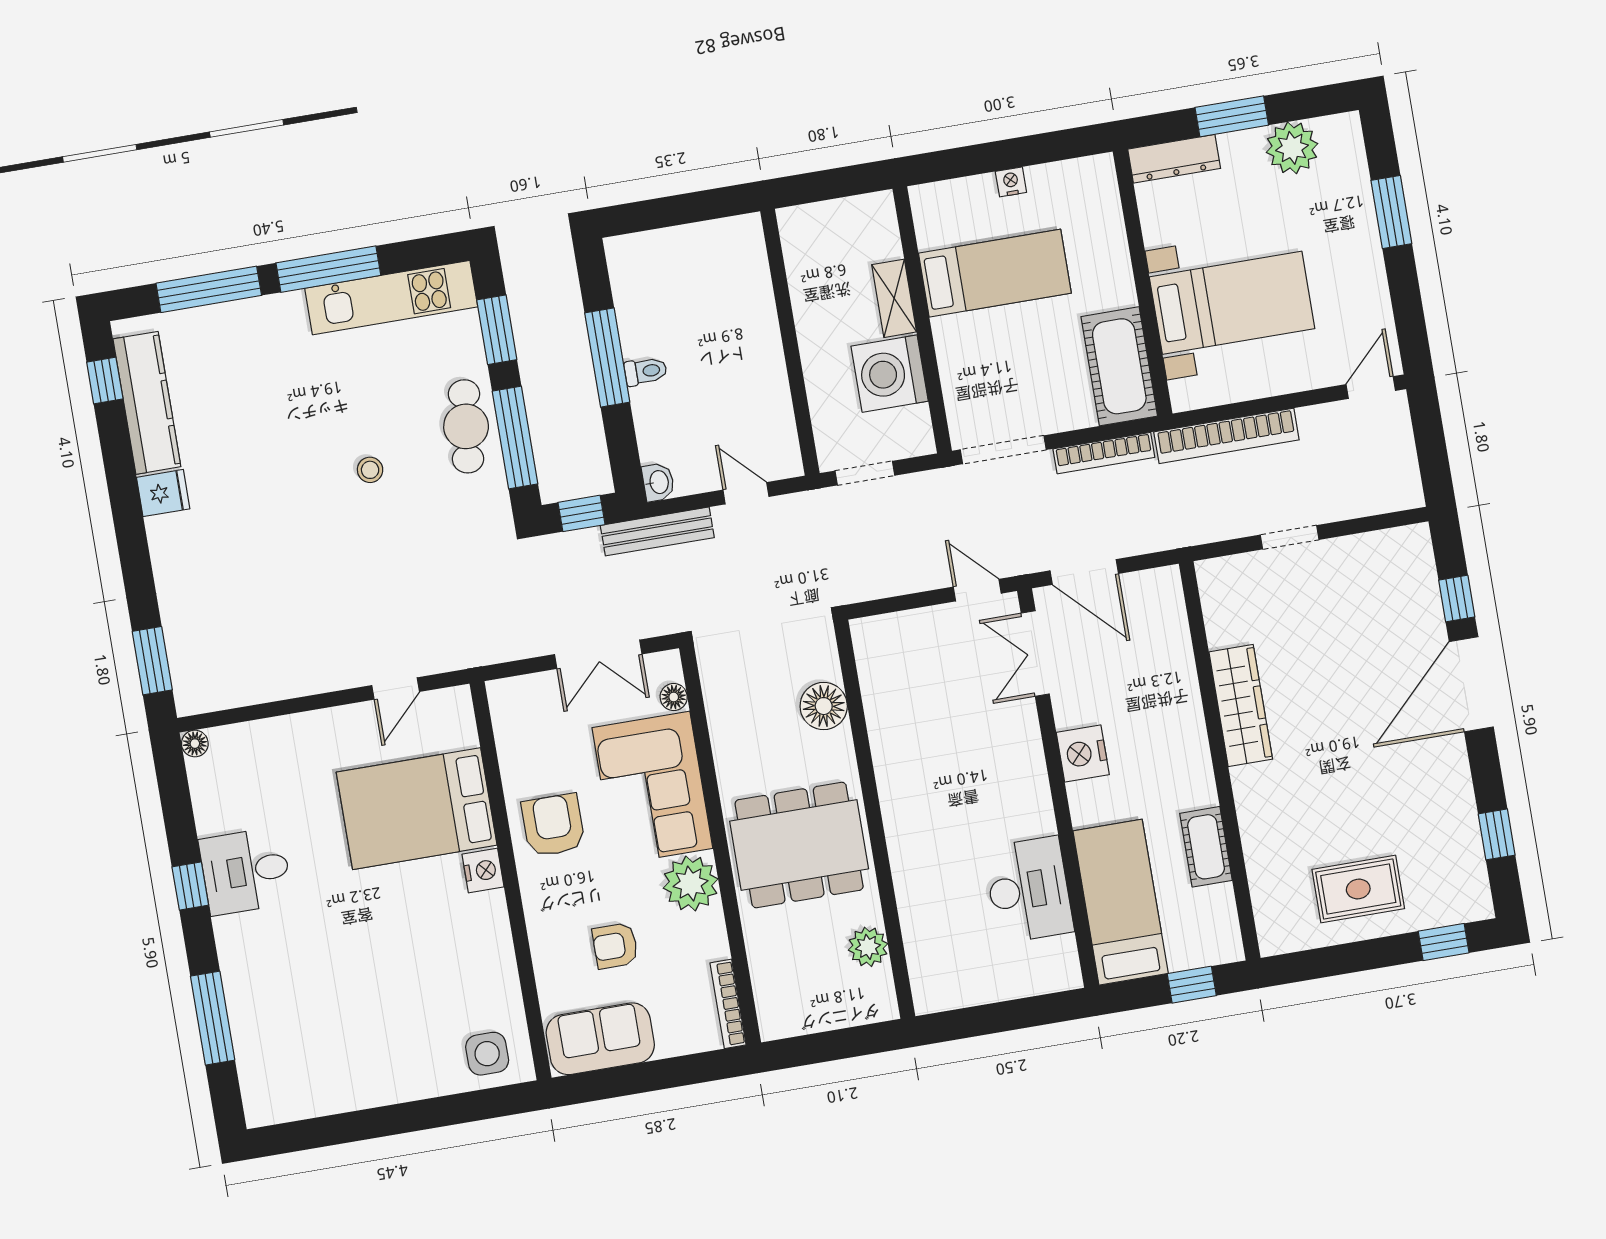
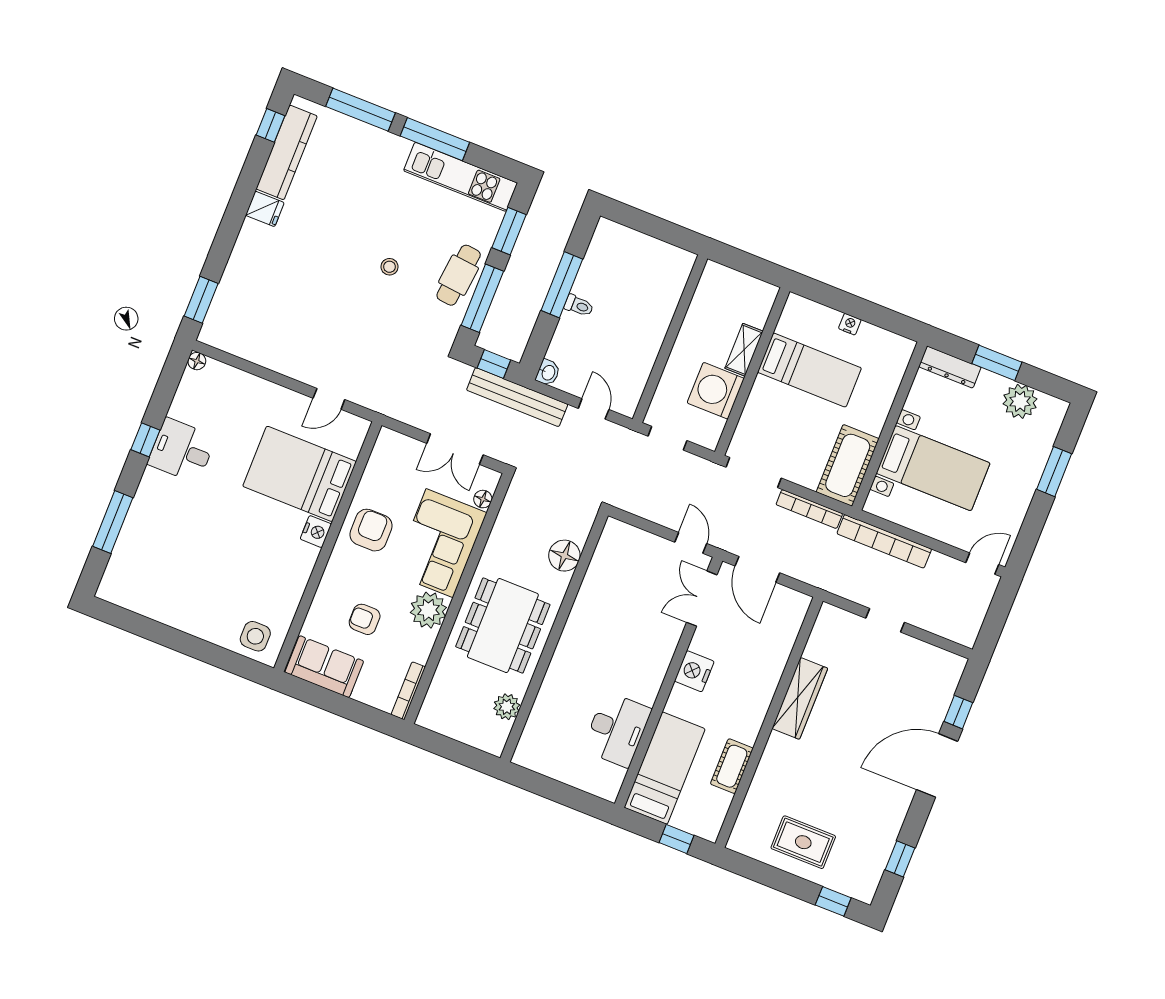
bench: (657, 531) -> (517, 397), width x1.37, depth x1.21
dining table: (799, 845) -> (503, 626), turned 90

